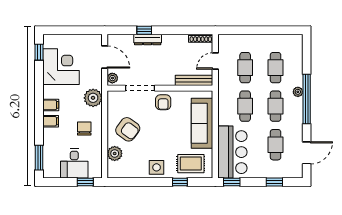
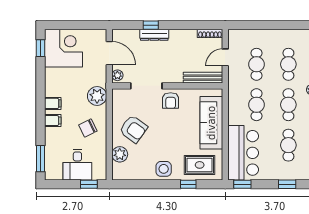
corner desk: (61, 67) -> (63, 48), moved
chair: (84, 128) -> (88, 128), turned -116

